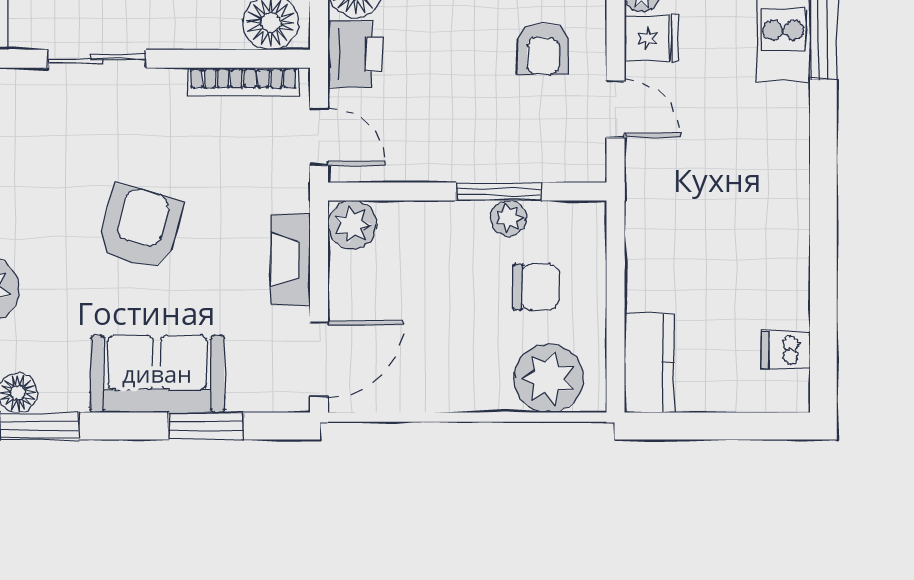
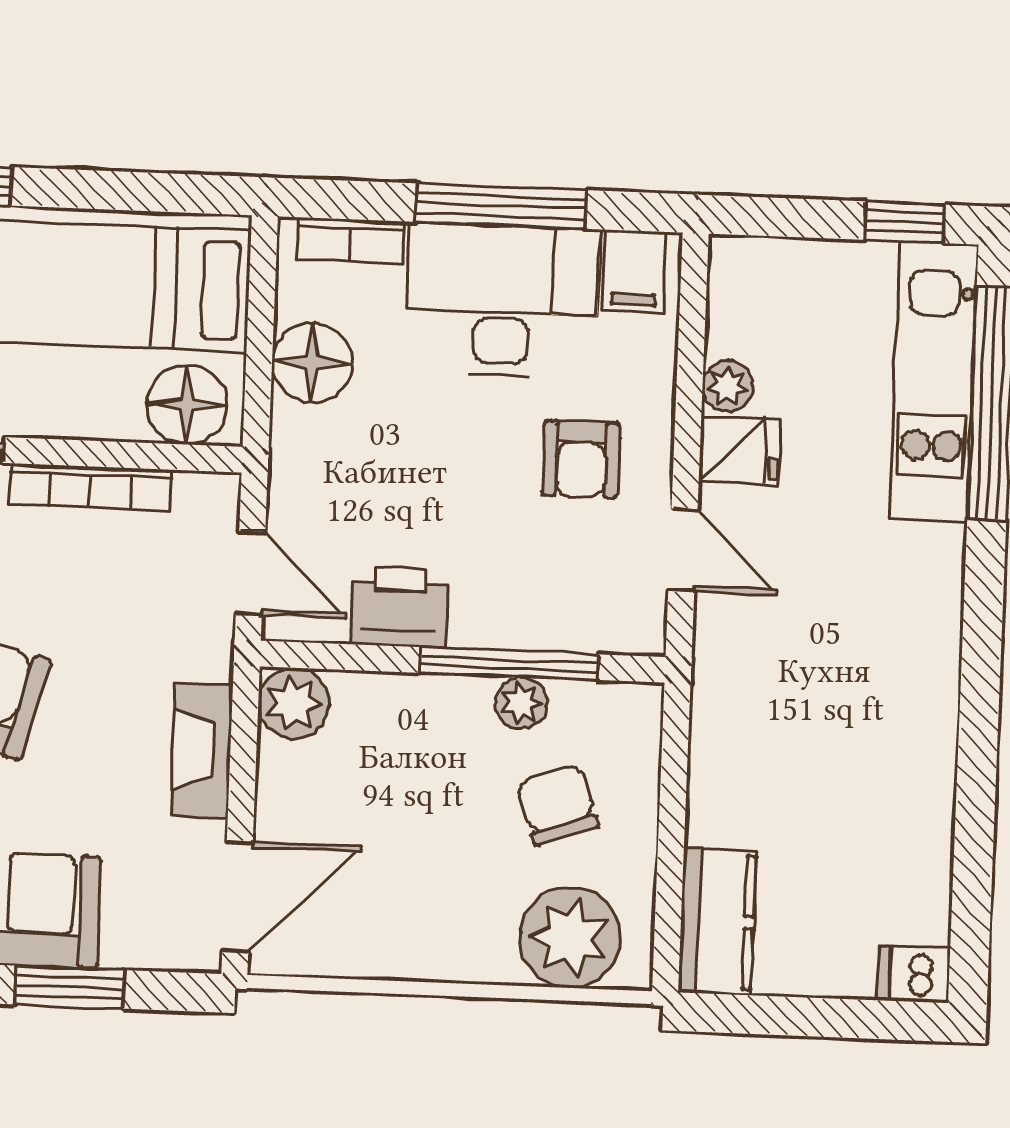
printer: (355, 54) -> (400, 607), moved, turned -90
bookcase: (243, 82) -> (90, 487), moved
window: (499, 192) -> (509, 664), width x1.44
chair: (536, 287) -> (557, 804), turned -109
dishwasher: (786, 350) -> (914, 974), moved

